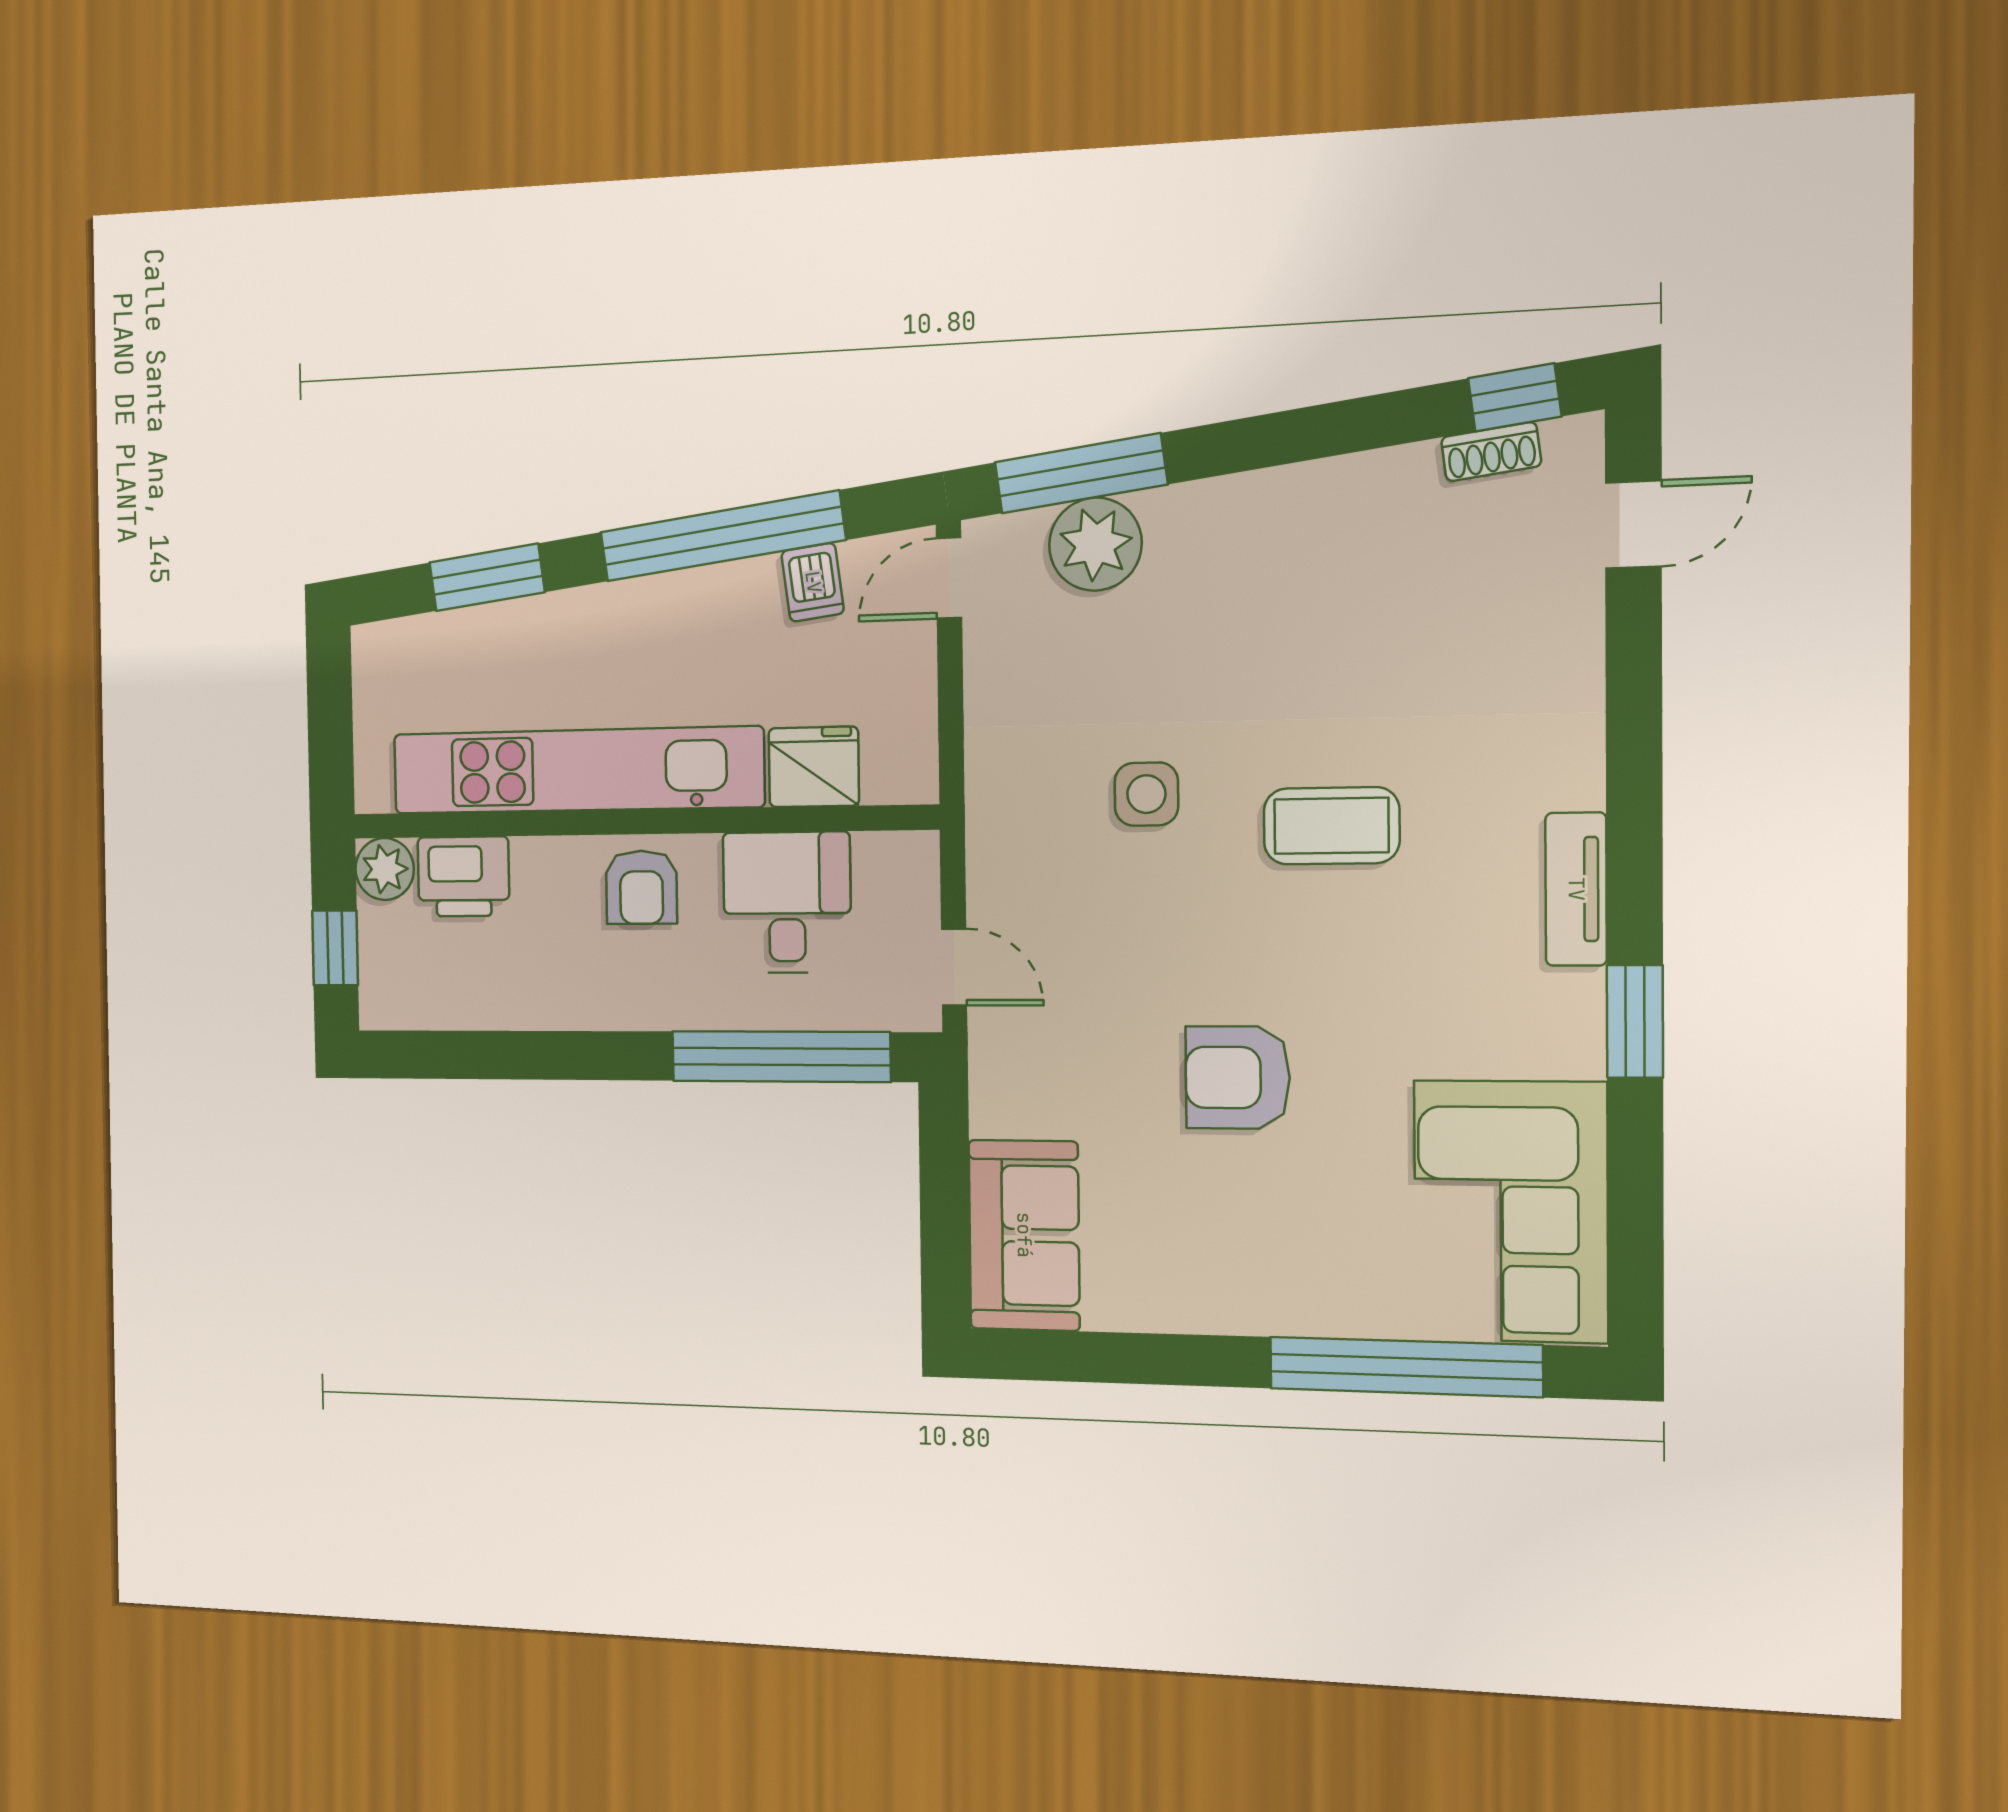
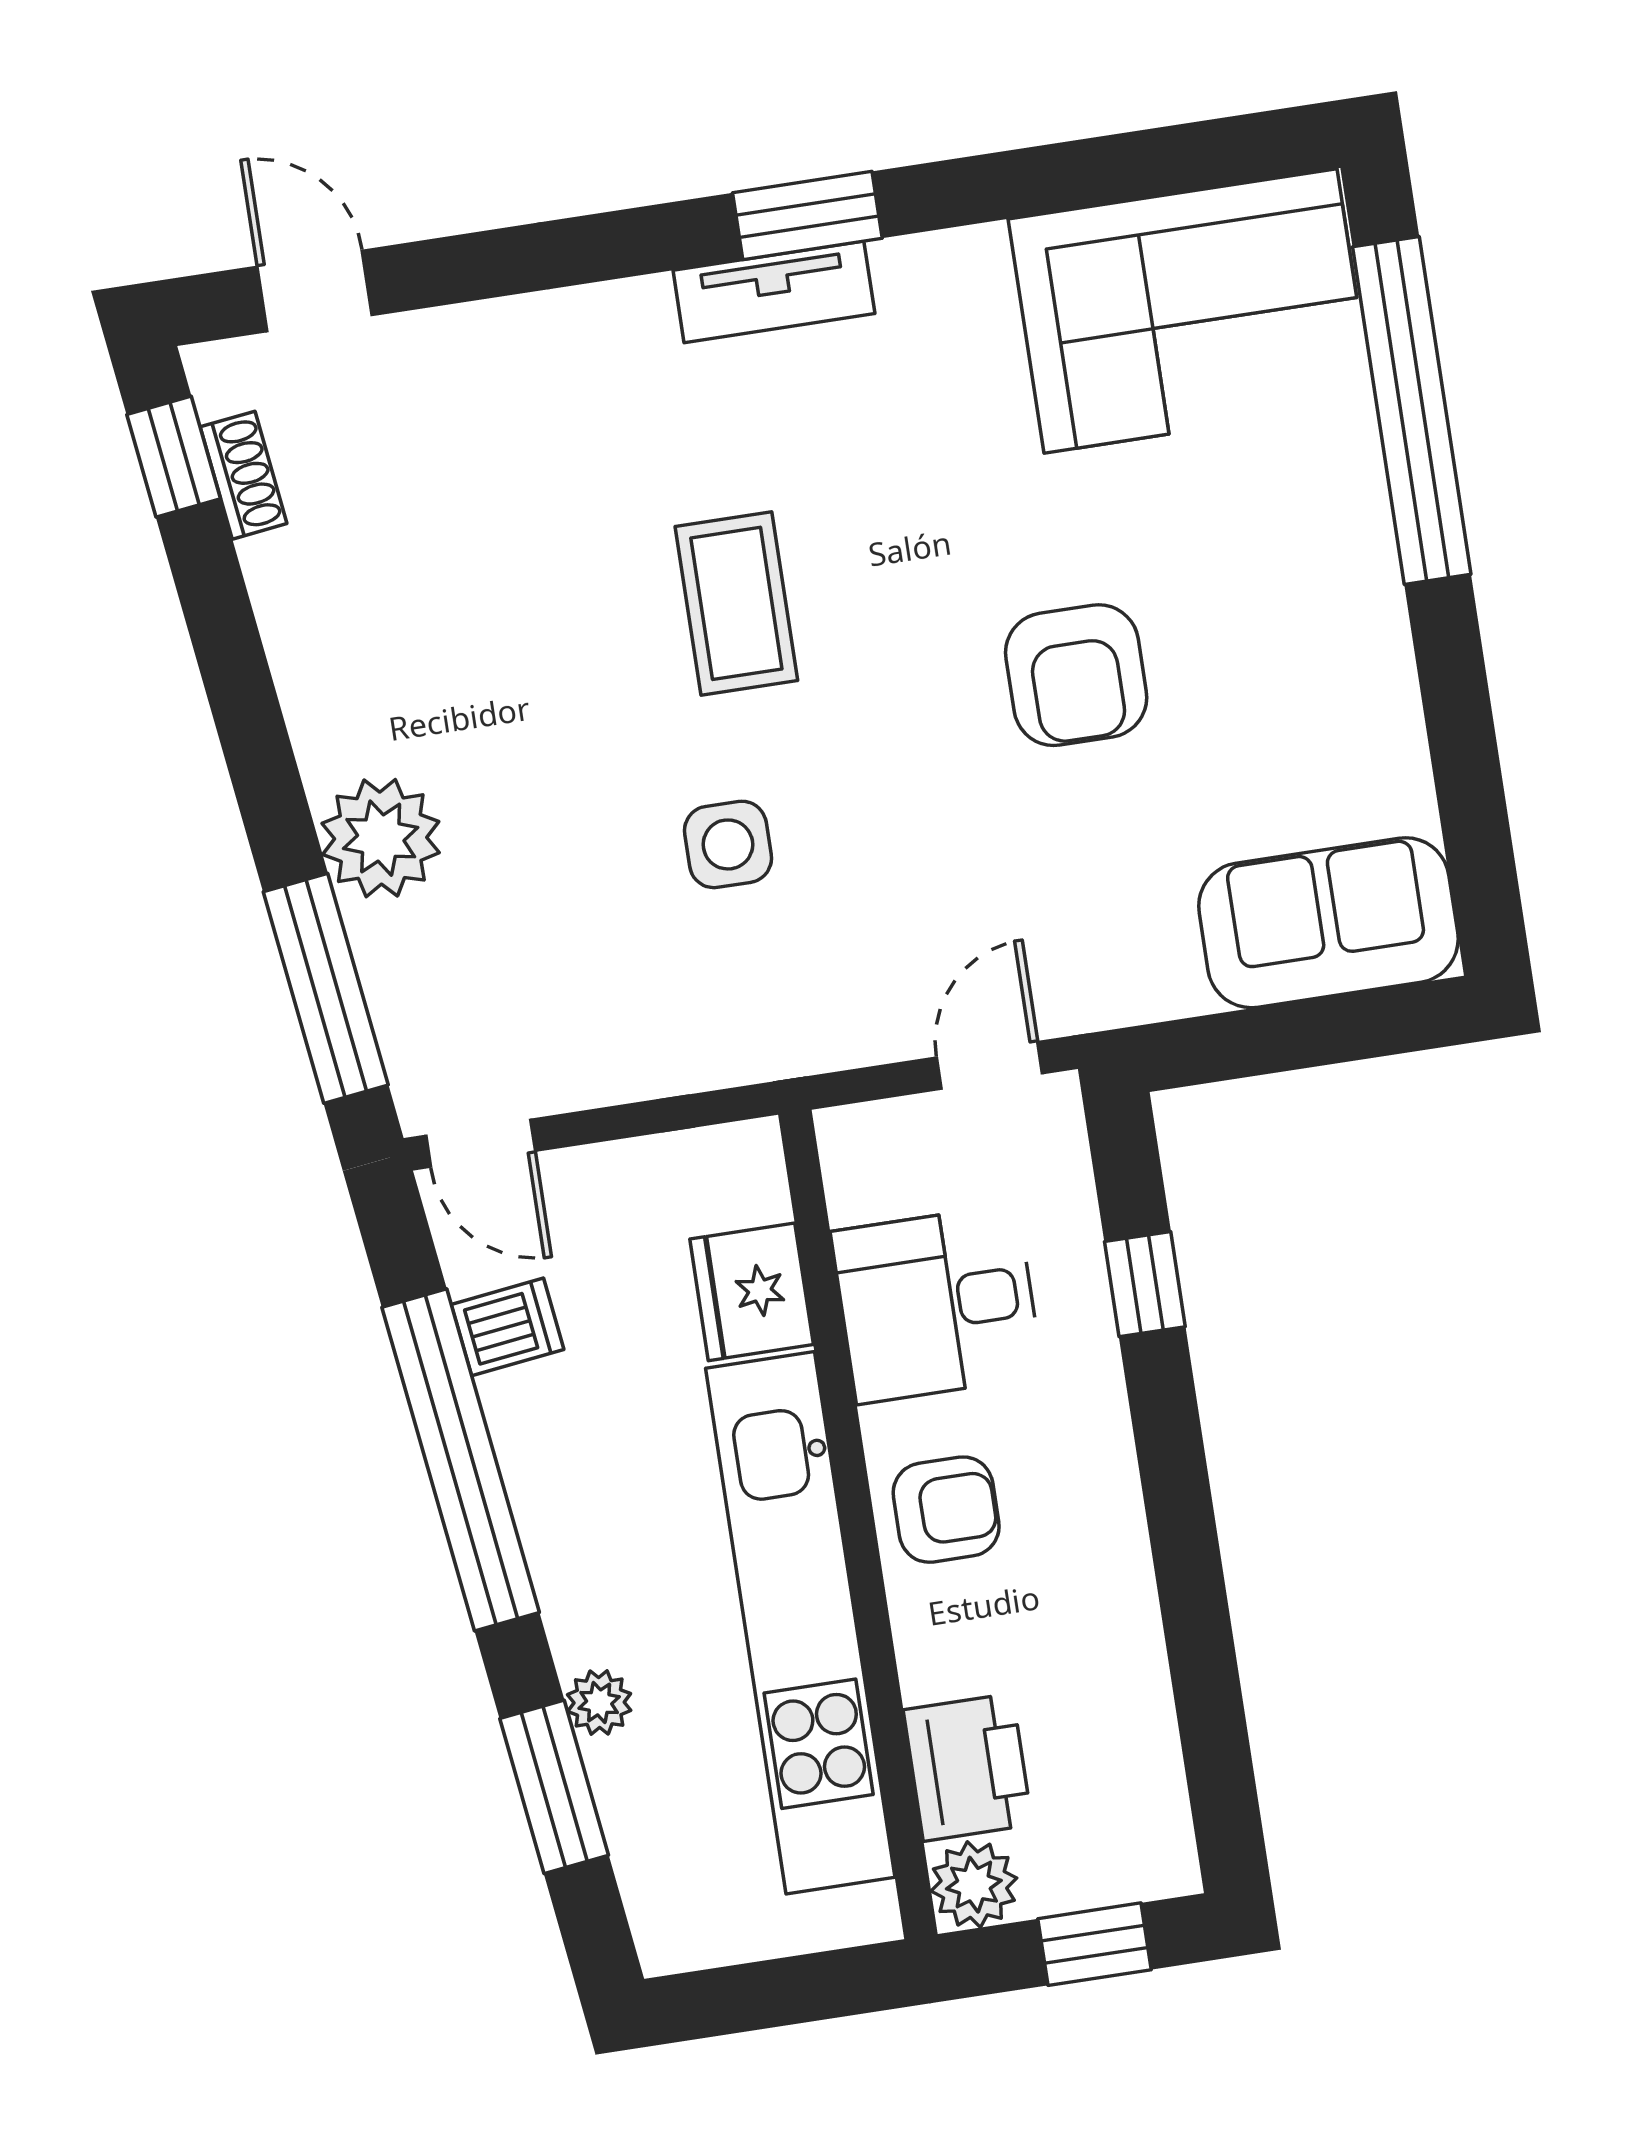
plant: (1095, 544) -> (381, 838), moved
plant: (540, 617) -> (599, 1702), added
window: (1635, 1021) -> (807, 215), moved
window: (781, 1057) -> (1145, 1284), width x0.32

